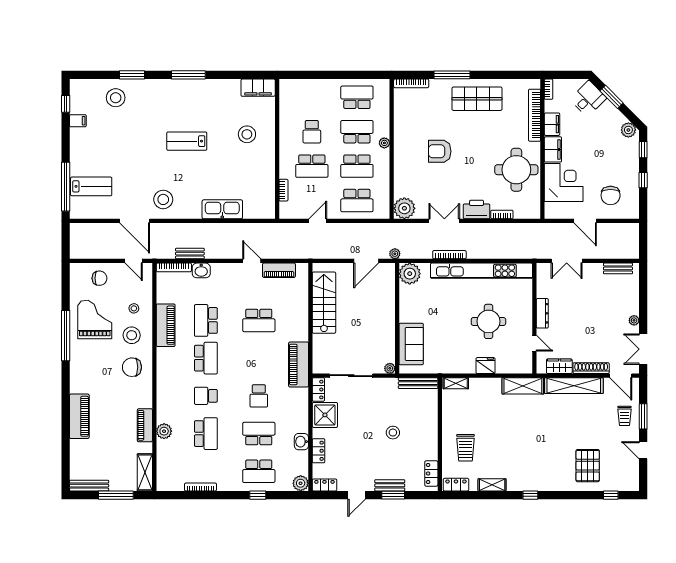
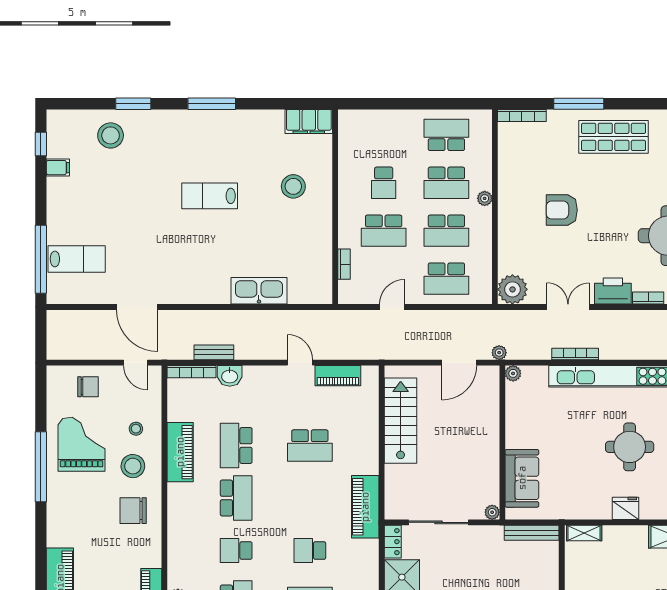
school desk: (357, 132) -> (446, 183), turned 180
stool: (163, 199) -> (177, 277), removed
plant: (410, 274) -> (513, 373), width x0.53, depth x0.53
school desk: (259, 396) -> (310, 550), turned 90

